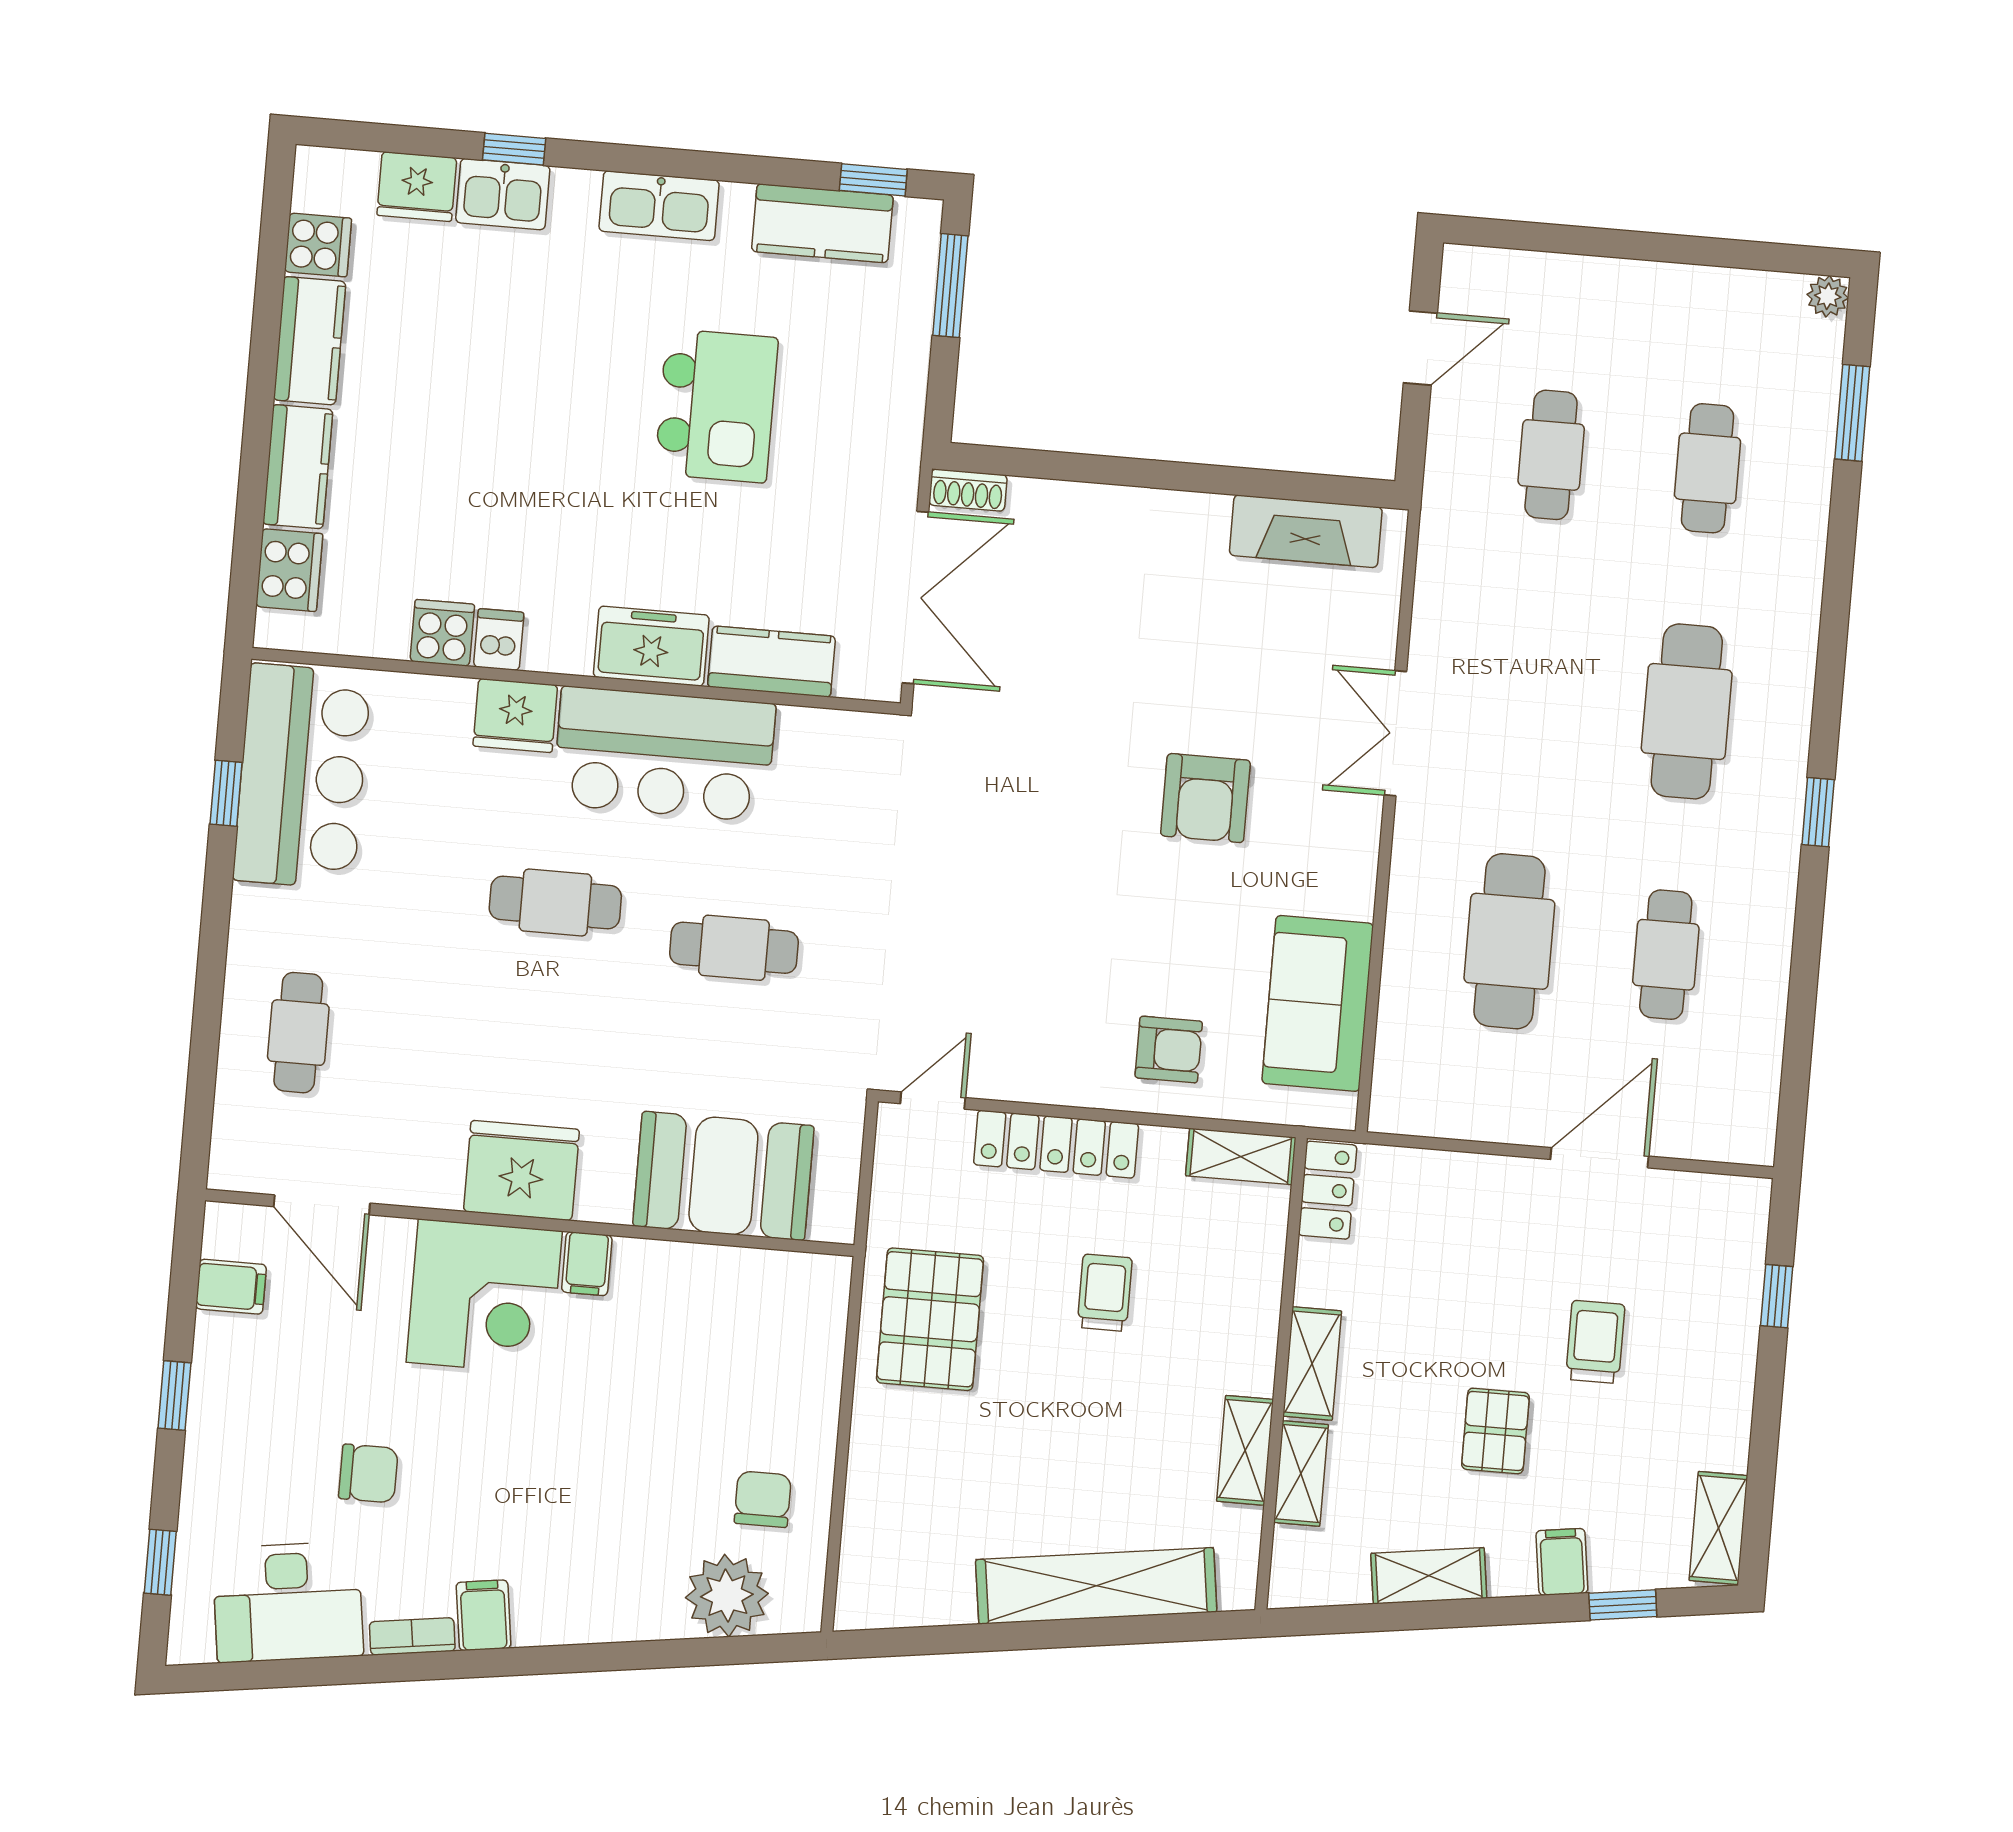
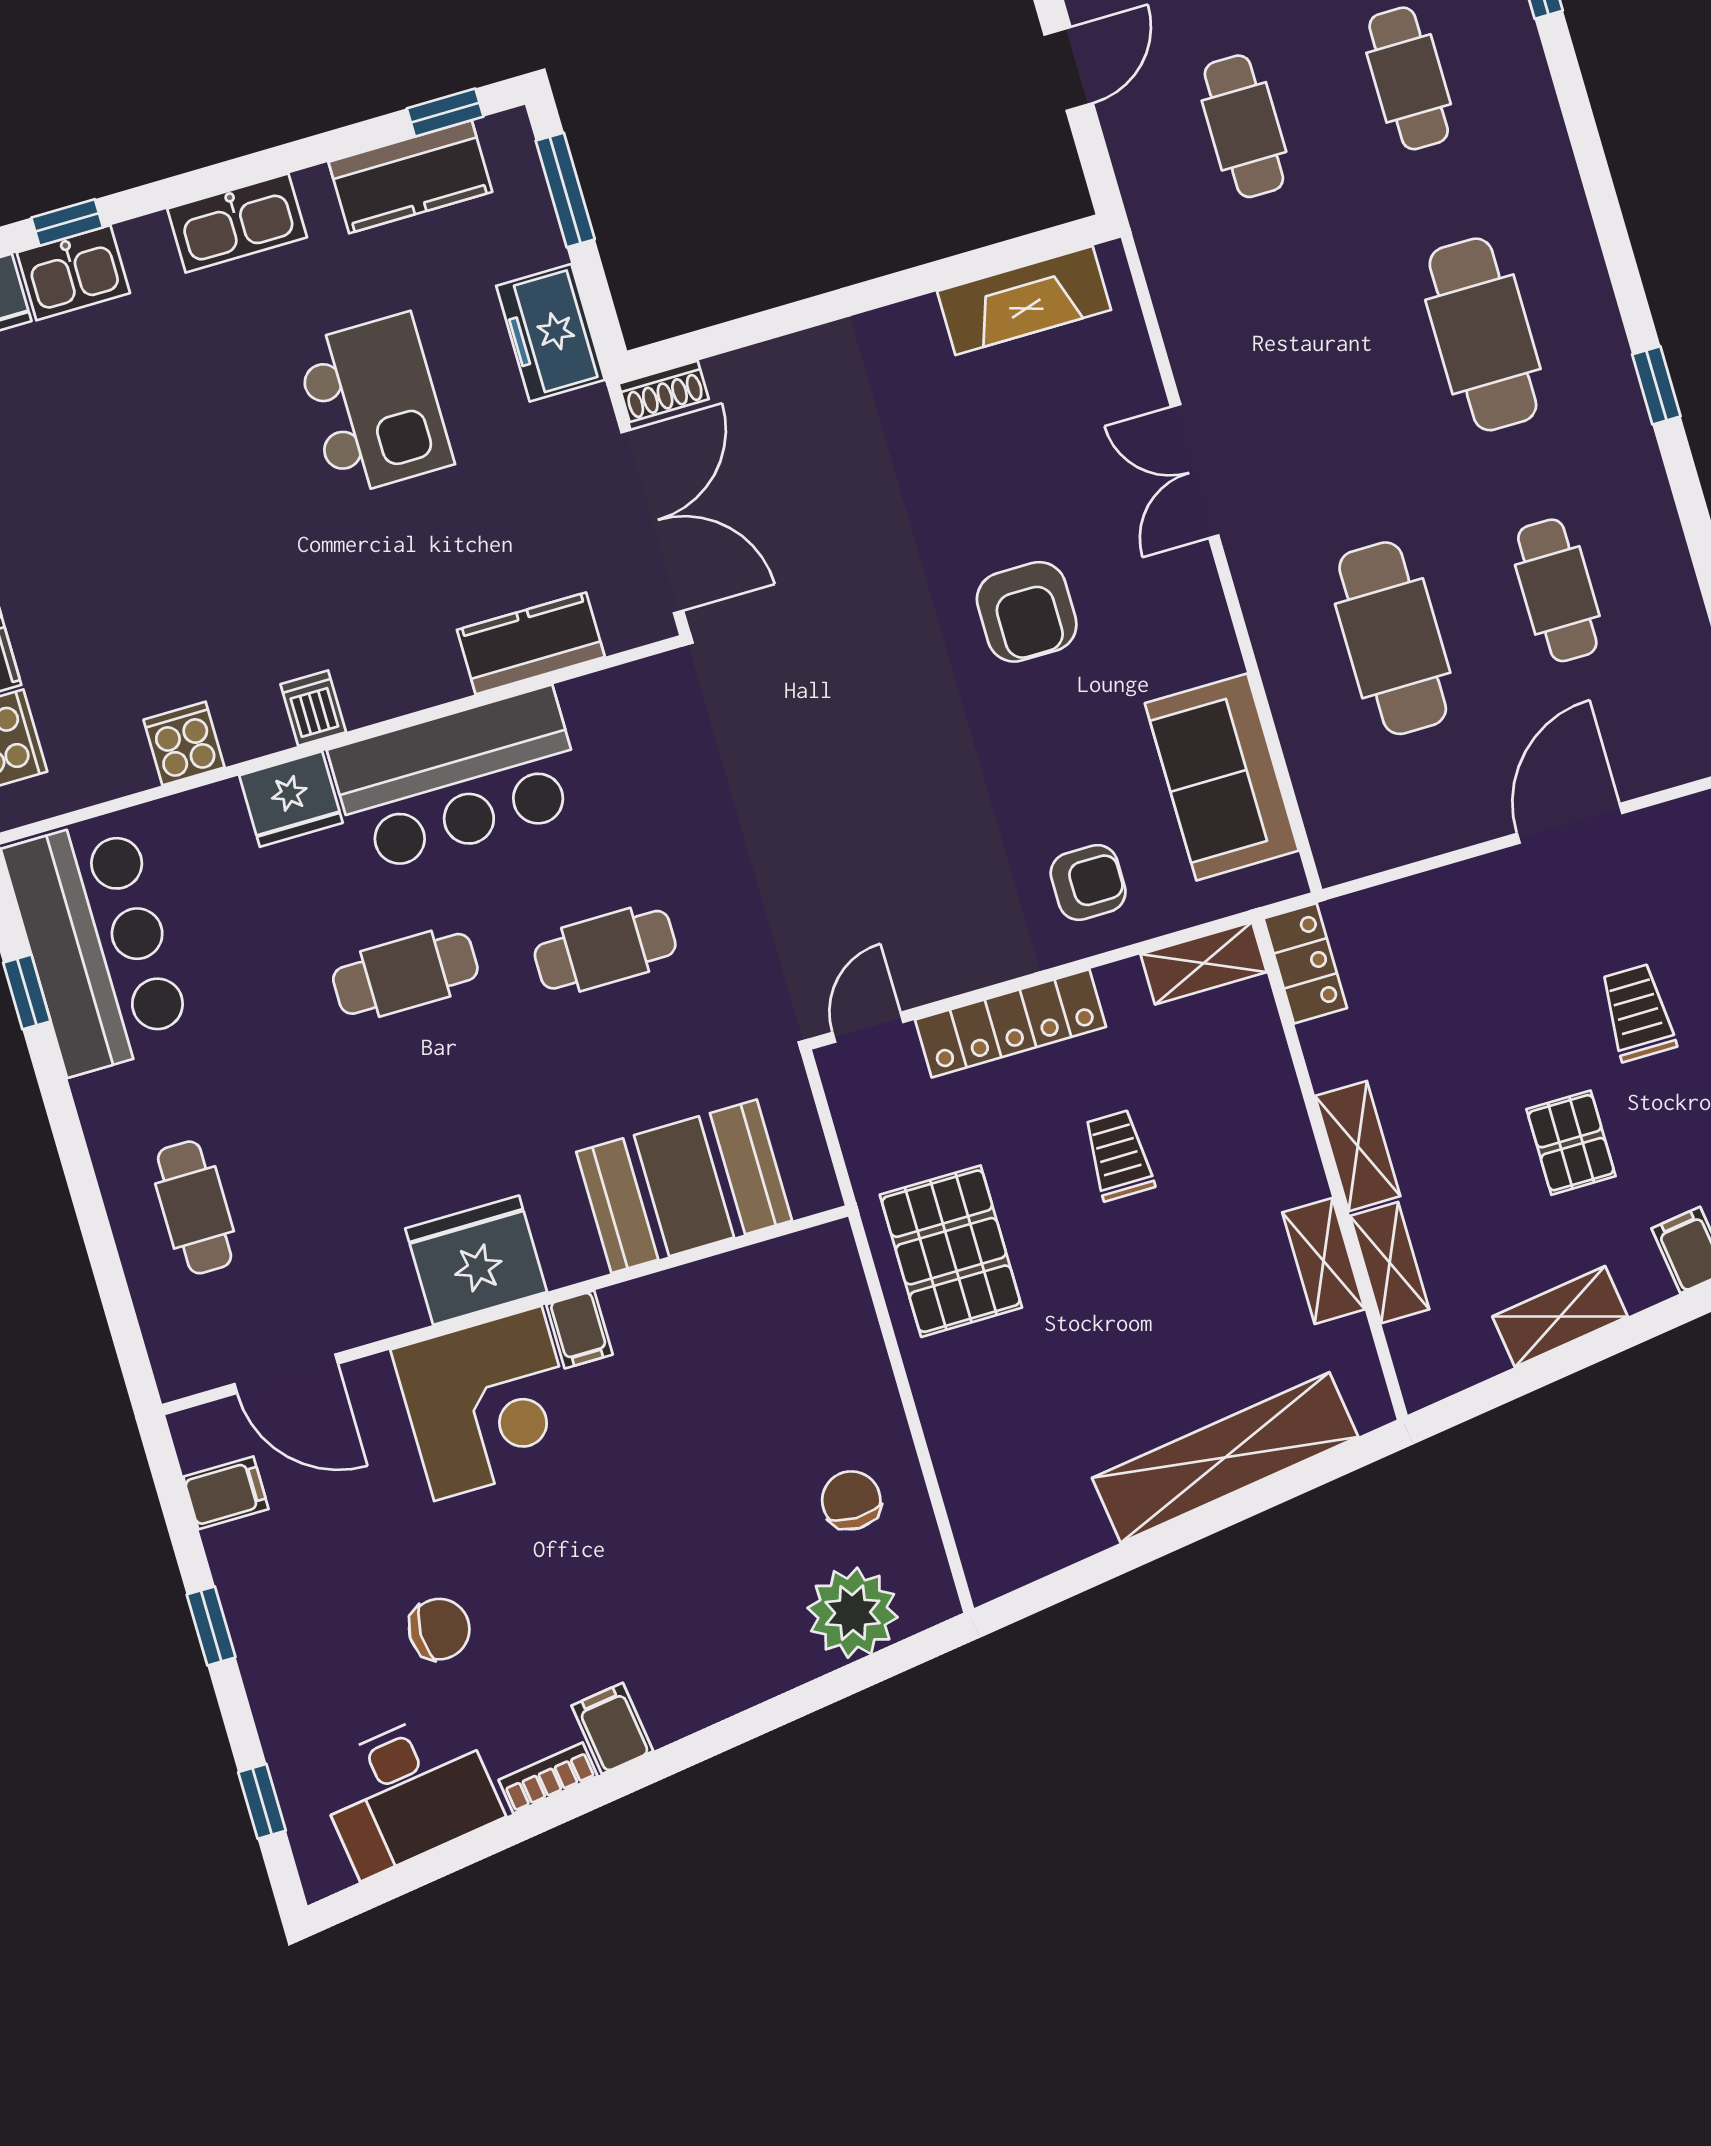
dishwasher: (499, 640) -> (313, 708), moved
freezer: (651, 646) -> (550, 333), moved, turned -90

